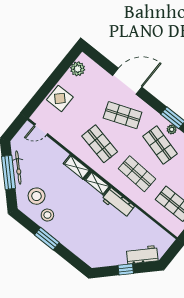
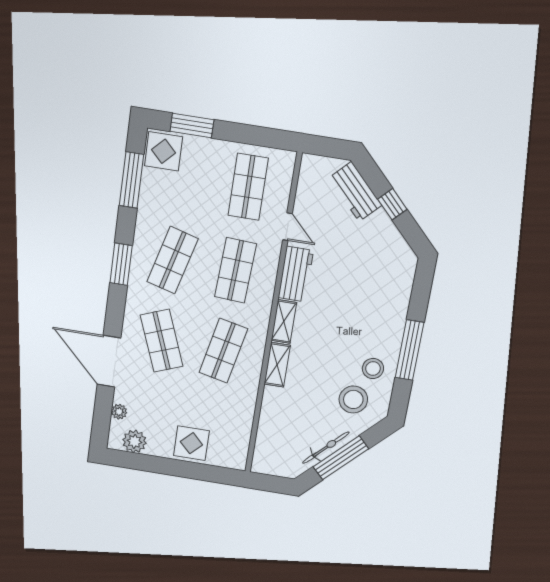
plant: (172, 129) -> (119, 412), moved
door: (41, 130) -> (287, 227), moved
window: (47, 239) -> (409, 350), width x1.44

